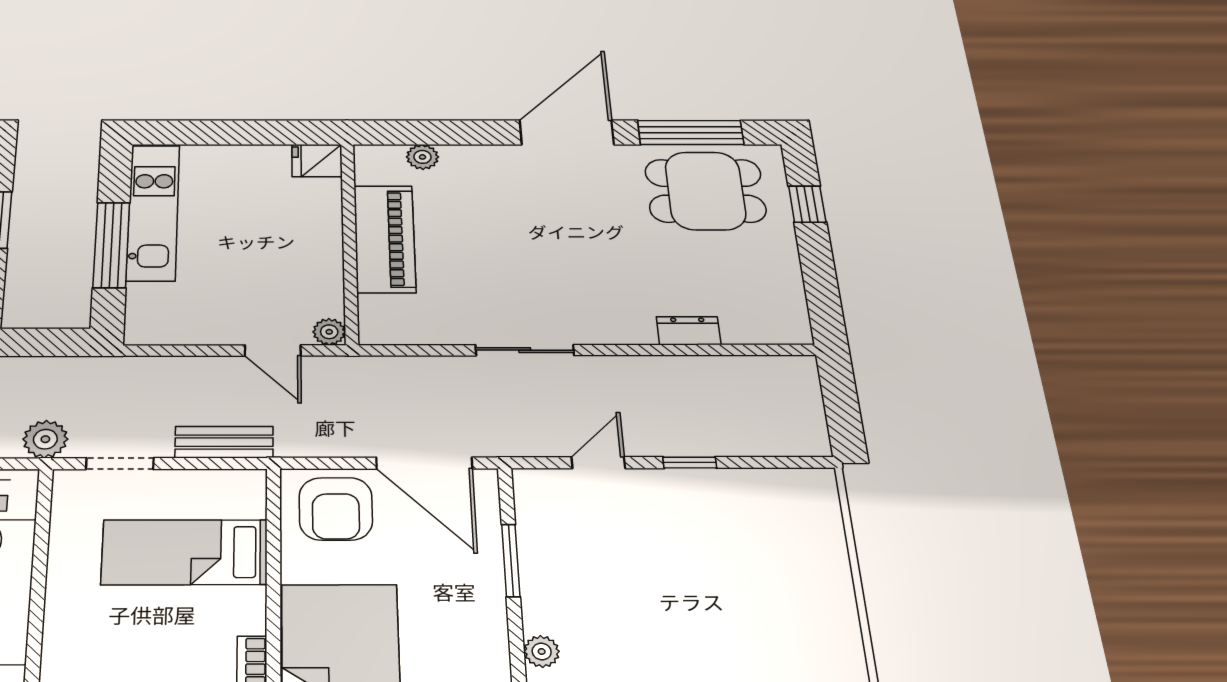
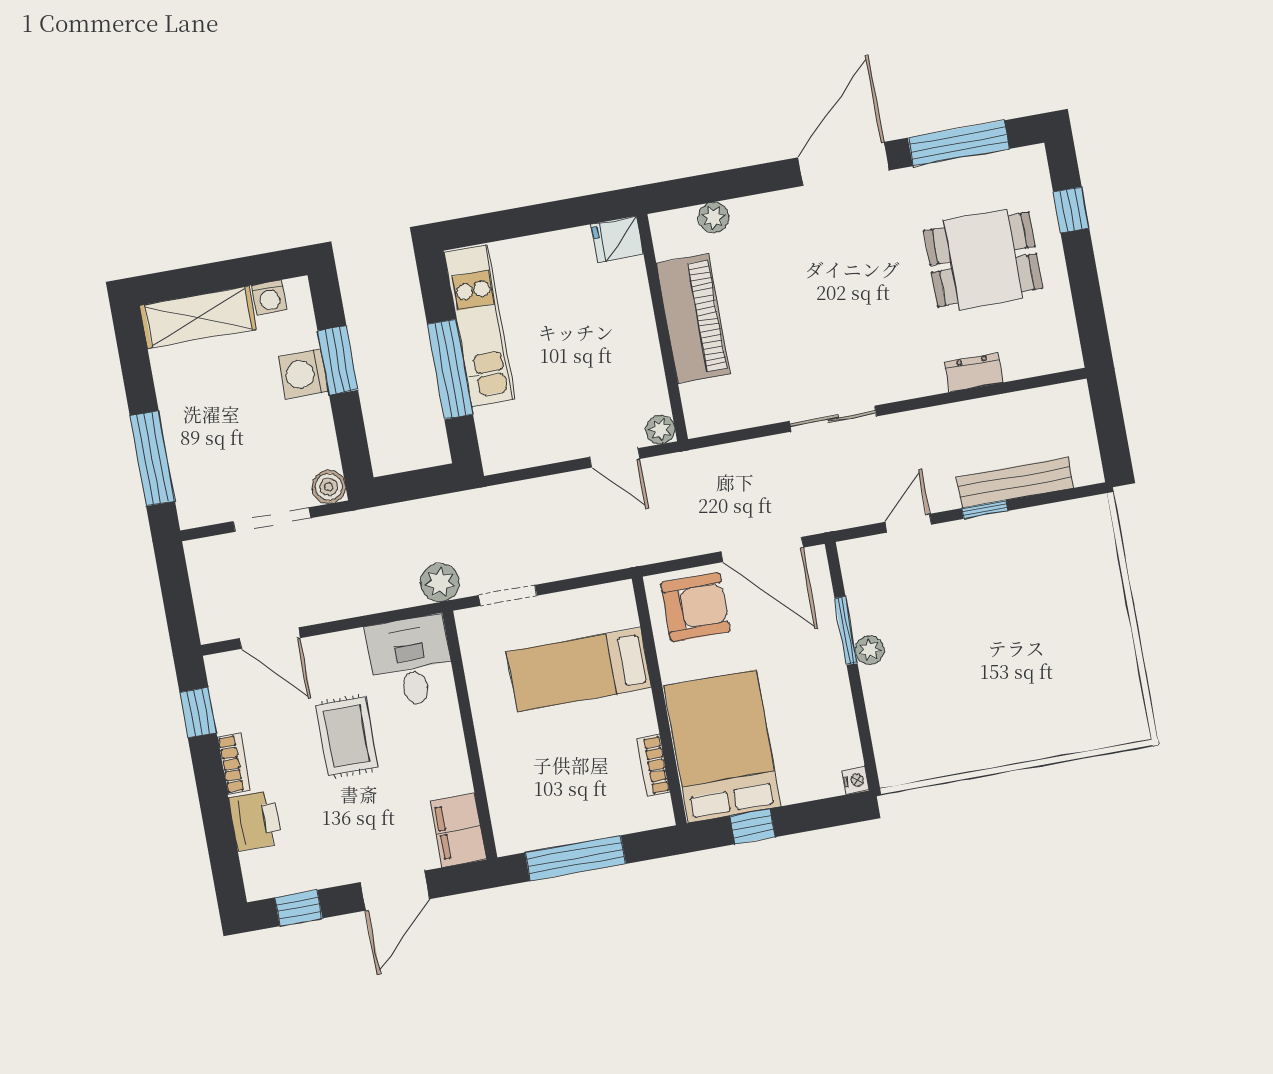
dining table: (705, 191) -> (983, 259), moved
bench: (224, 442) -> (1015, 482), moved, width x1.36
armchair: (336, 509) -> (695, 607), turned -90
plant: (542, 651) -> (870, 650), moved

